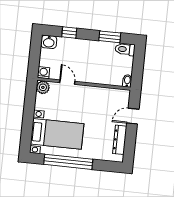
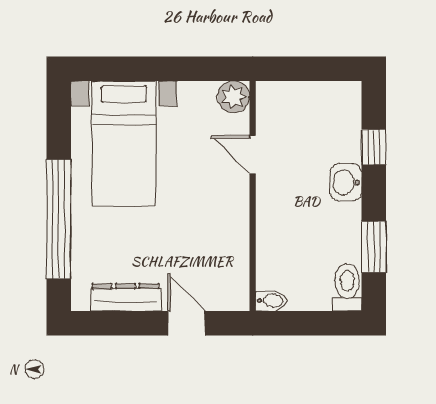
washbasin: (49, 42) -> (346, 183), moved
washing machine: (44, 73) -> (269, 95), removed
door: (67, 82) -> (253, 155), swing flipped
window: (68, 162) -> (59, 219), moved

